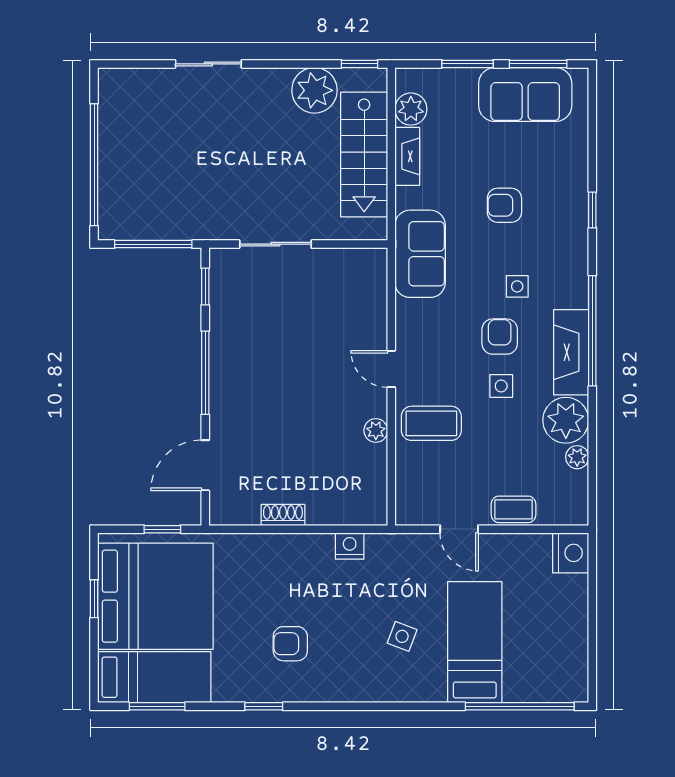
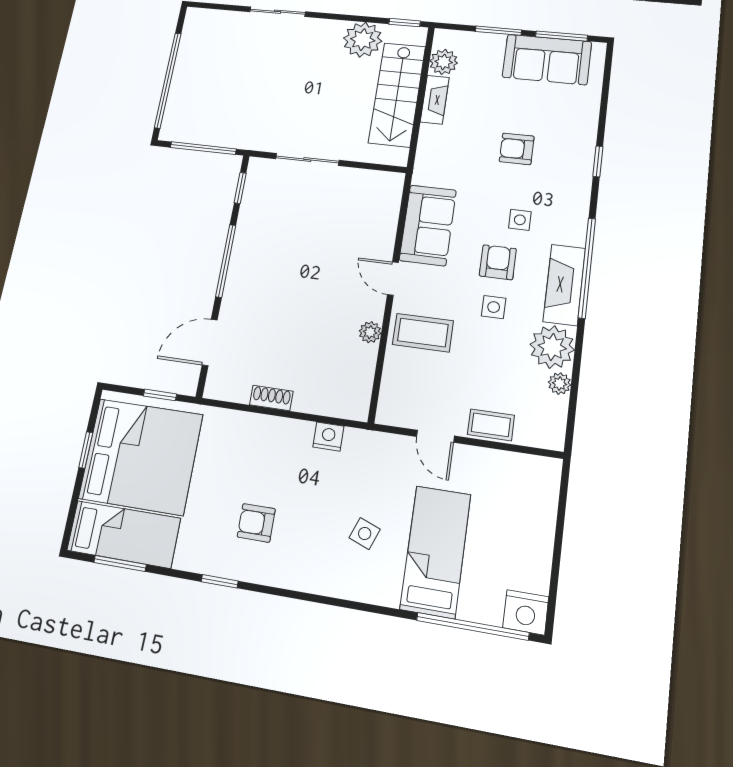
sofa: (420, 254) -> (428, 225), moved
nightstand: (571, 553) -> (526, 612), moved, turned 90

